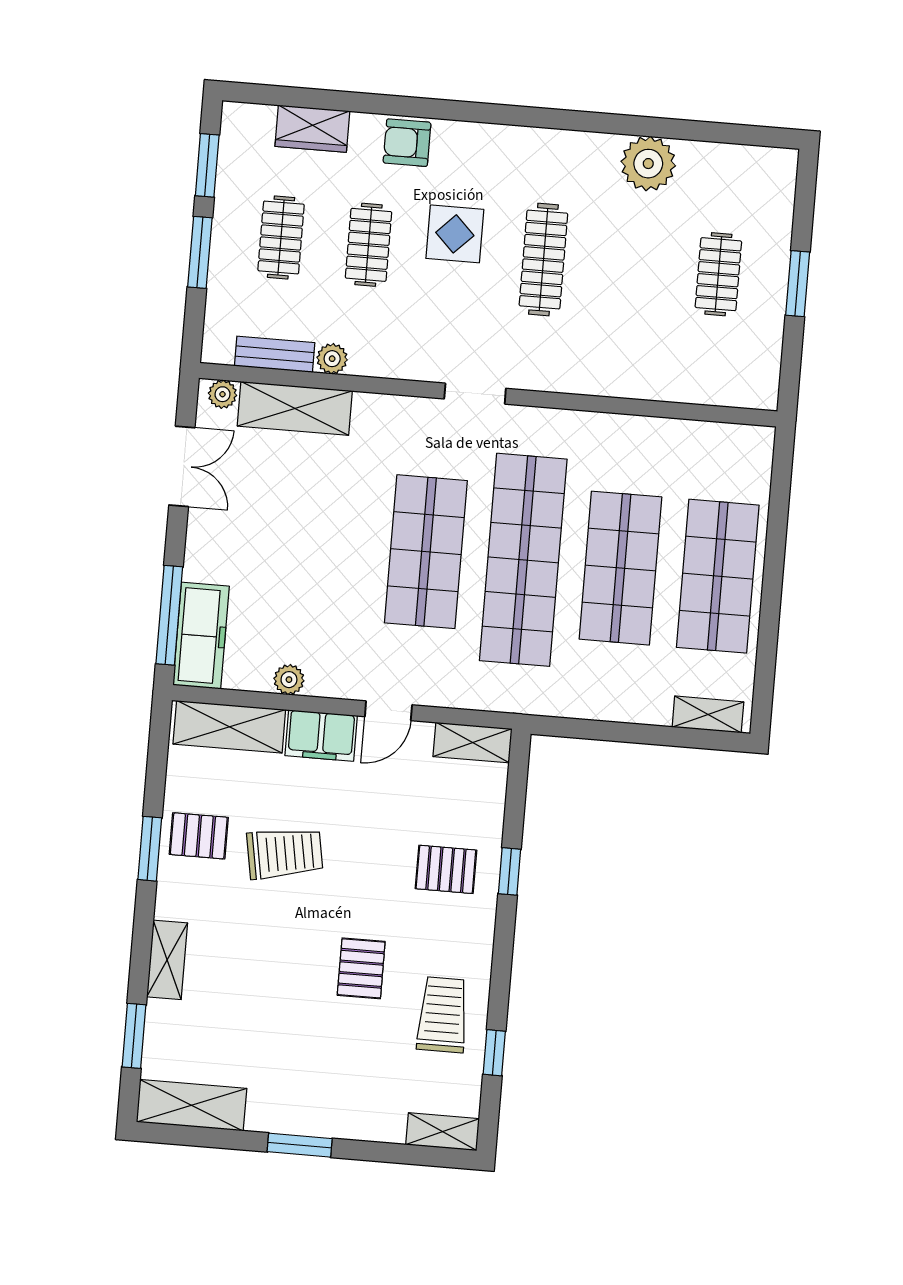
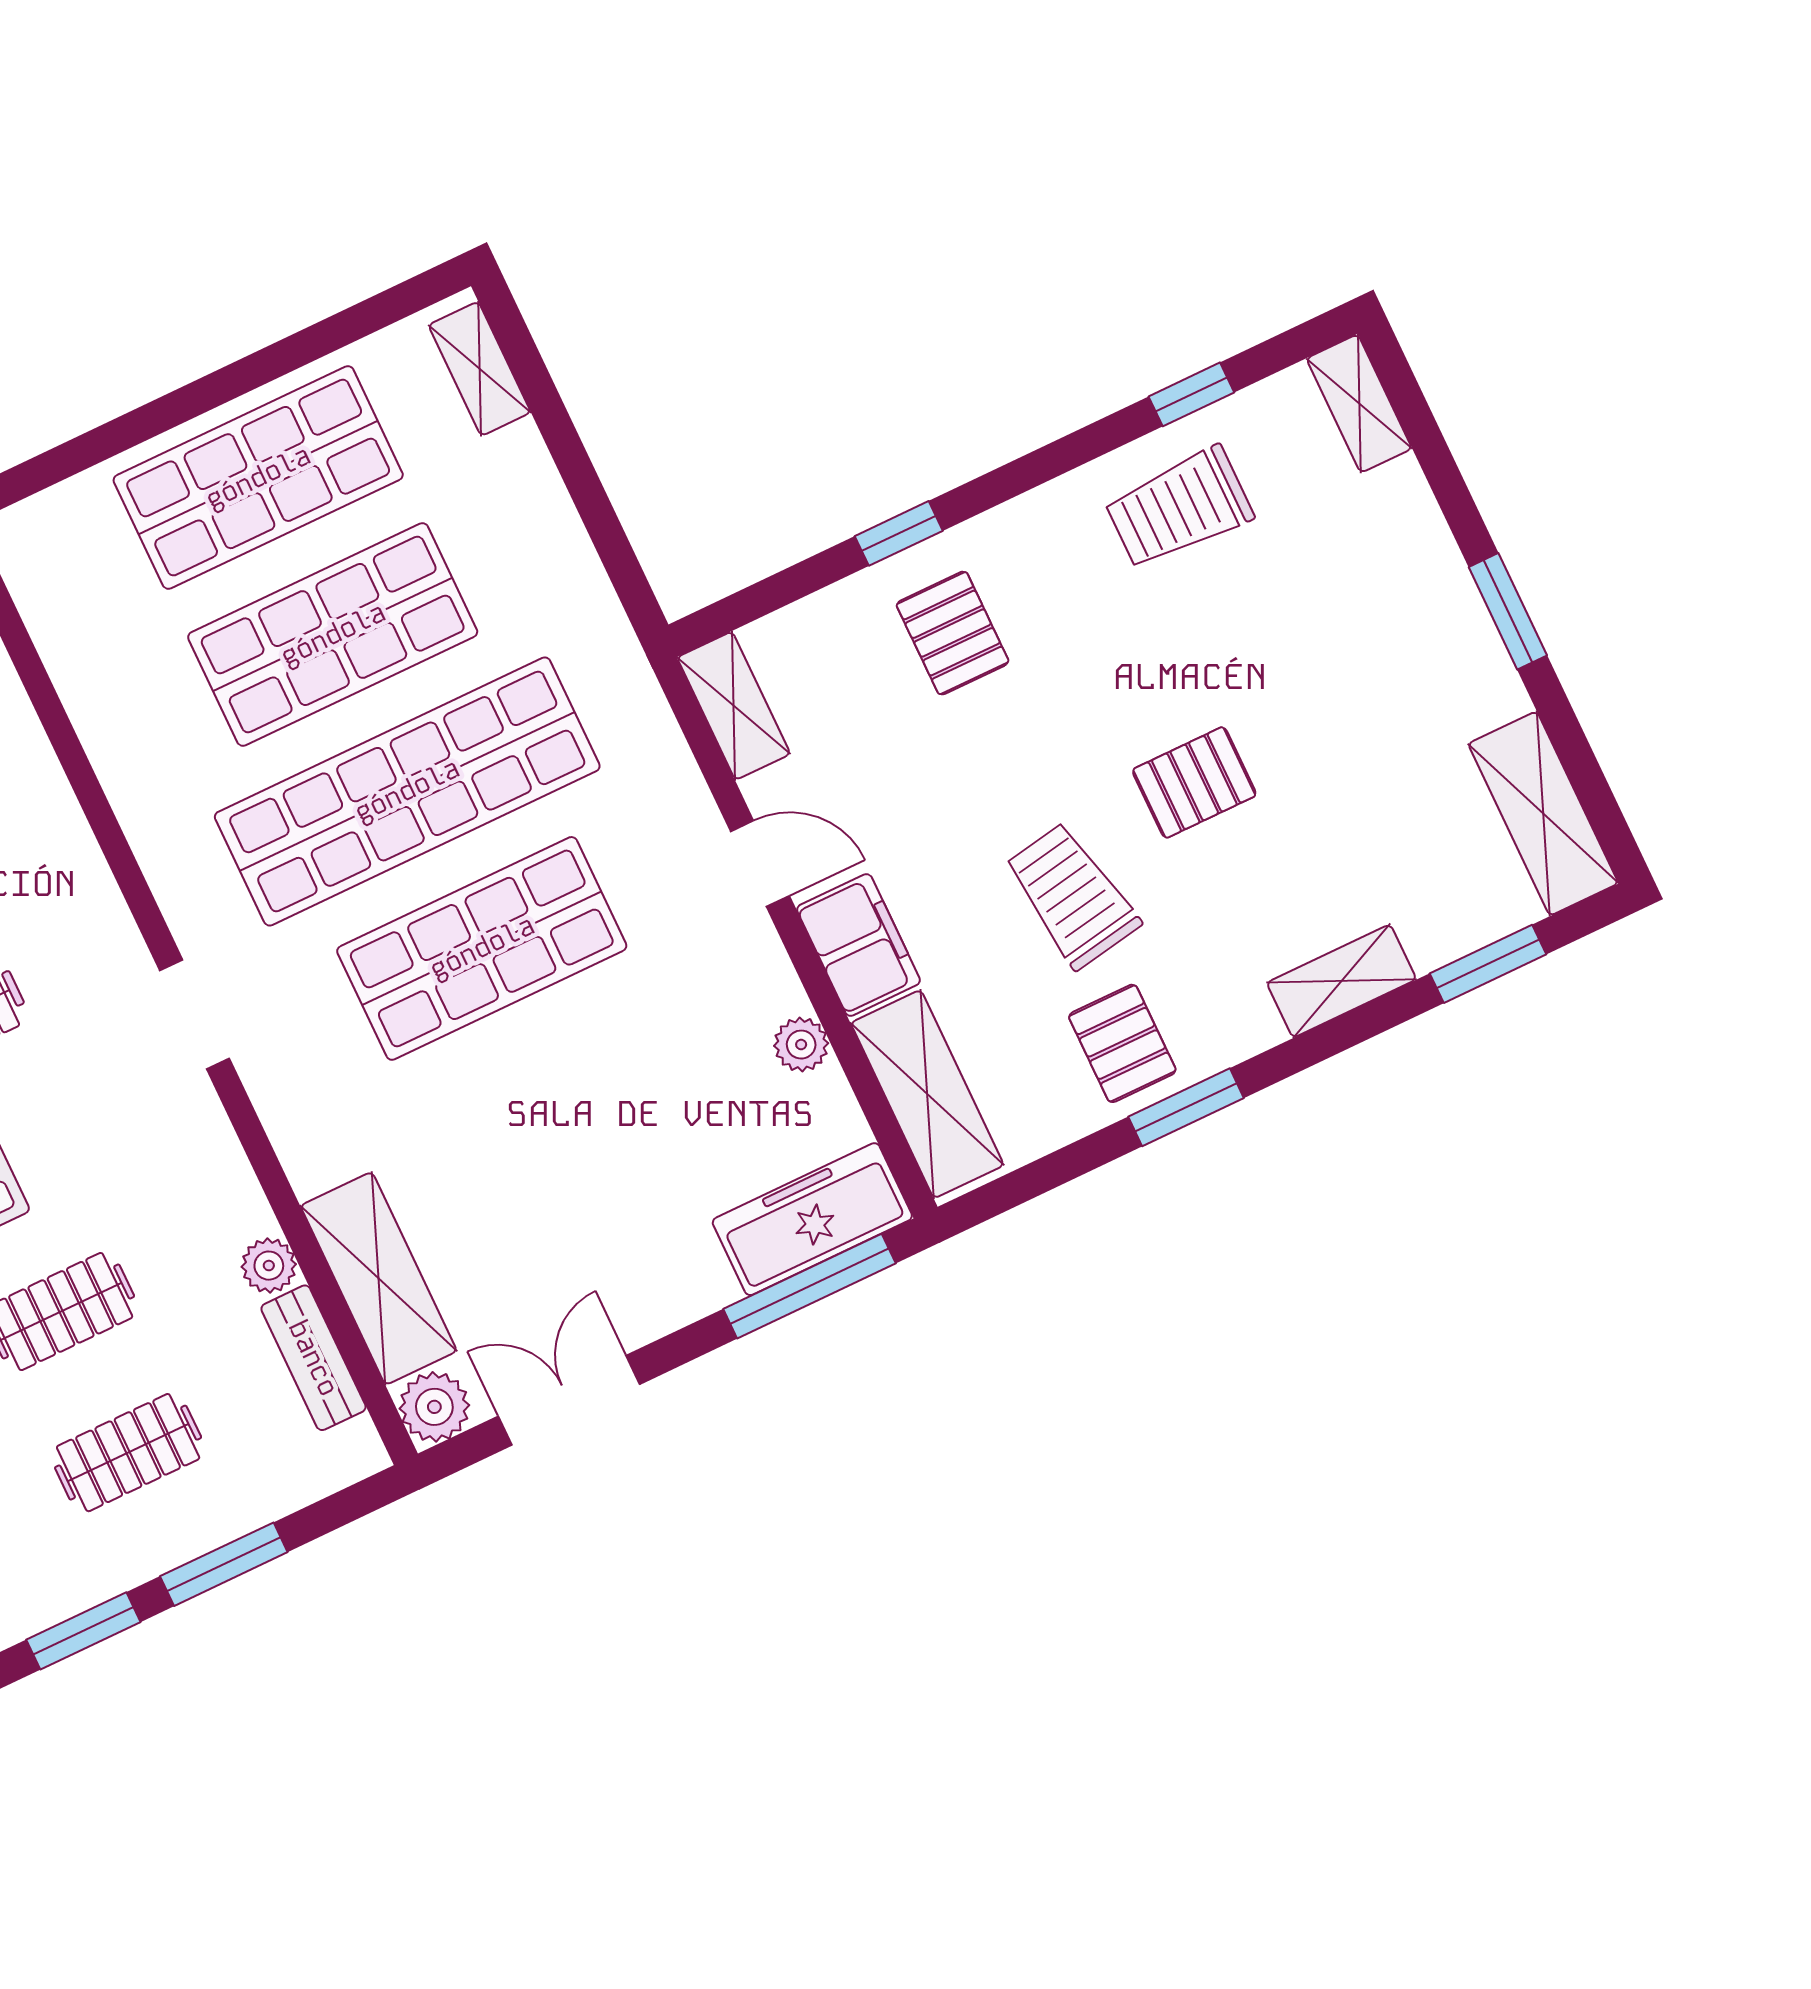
plant: (223, 394) -> (434, 1407), width x1.38, depth x1.38
pallet: (361, 968) -> (1194, 782), moved

